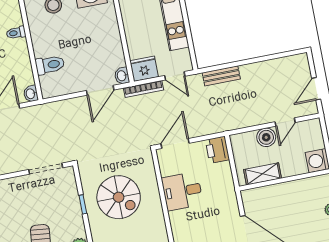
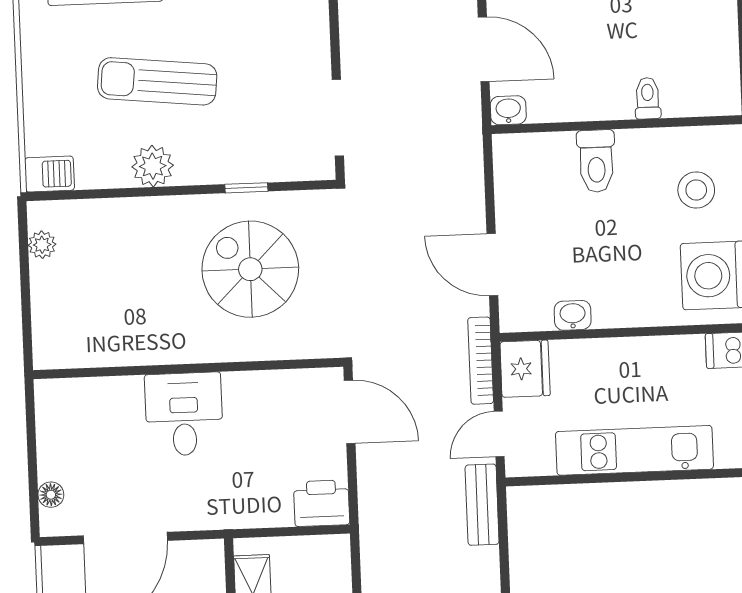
toilet: (50, 65) -> (596, 161), moved
washbasin: (122, 76) -> (573, 315), moved
bench: (221, 76) -> (482, 505), moved
desk: (182, 191) -> (184, 414), moved
spiral stairs: (119, 197) -> (250, 269), turned 90

